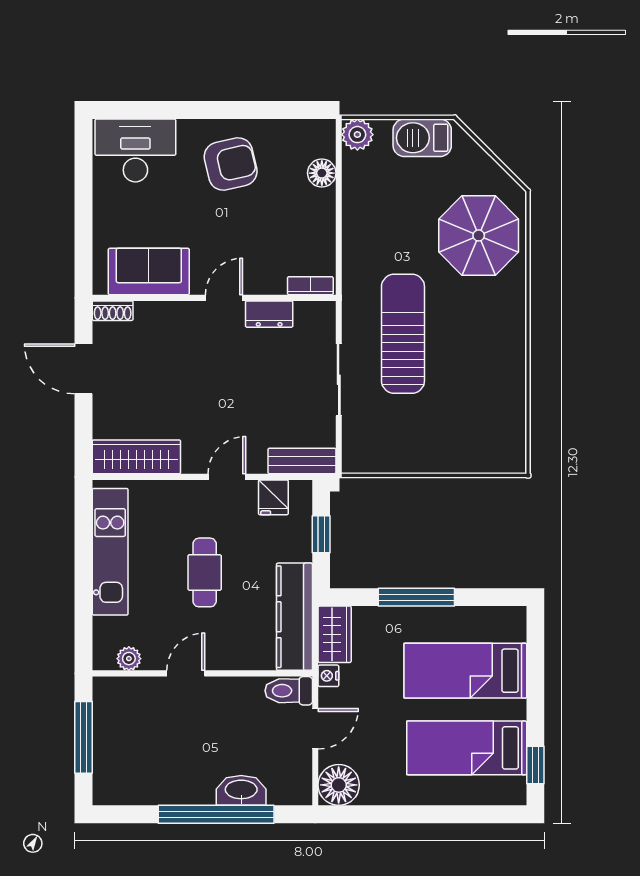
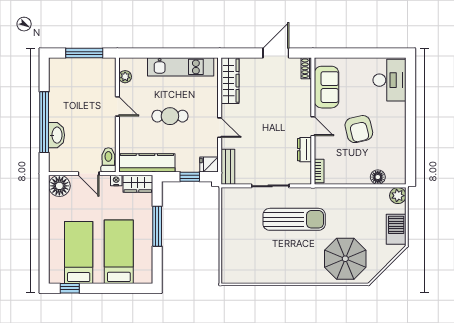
armchair: (231, 164) -> (359, 129), moved
fridge: (273, 497) -> (209, 164), moved

